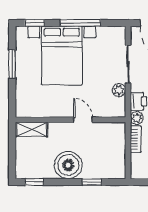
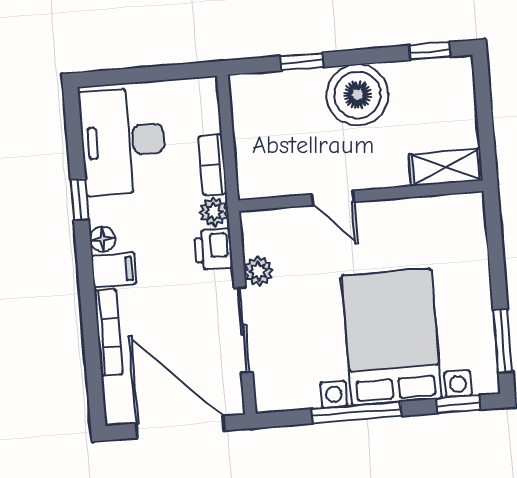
window: (12, 64) -> (503, 341), moved

